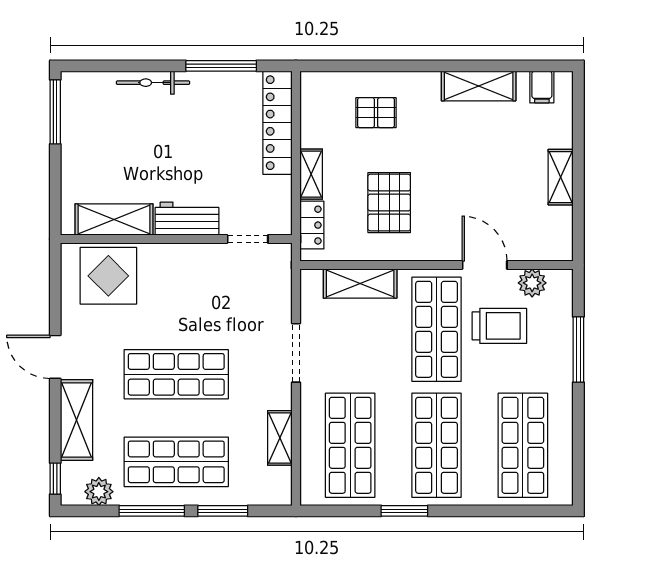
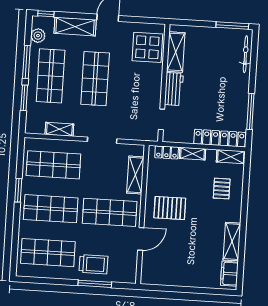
bicycle: (153, 83) -> (245, 54), moved
filing cabinet: (542, 87) -> (229, 274), width x2.00
shelving: (561, 177) -> (231, 157), moved
pallet: (389, 203) -> (170, 208), moved
plant: (532, 283) -> (130, 262), removed
trolley: (499, 326) -> (93, 264), moved, turned -90

